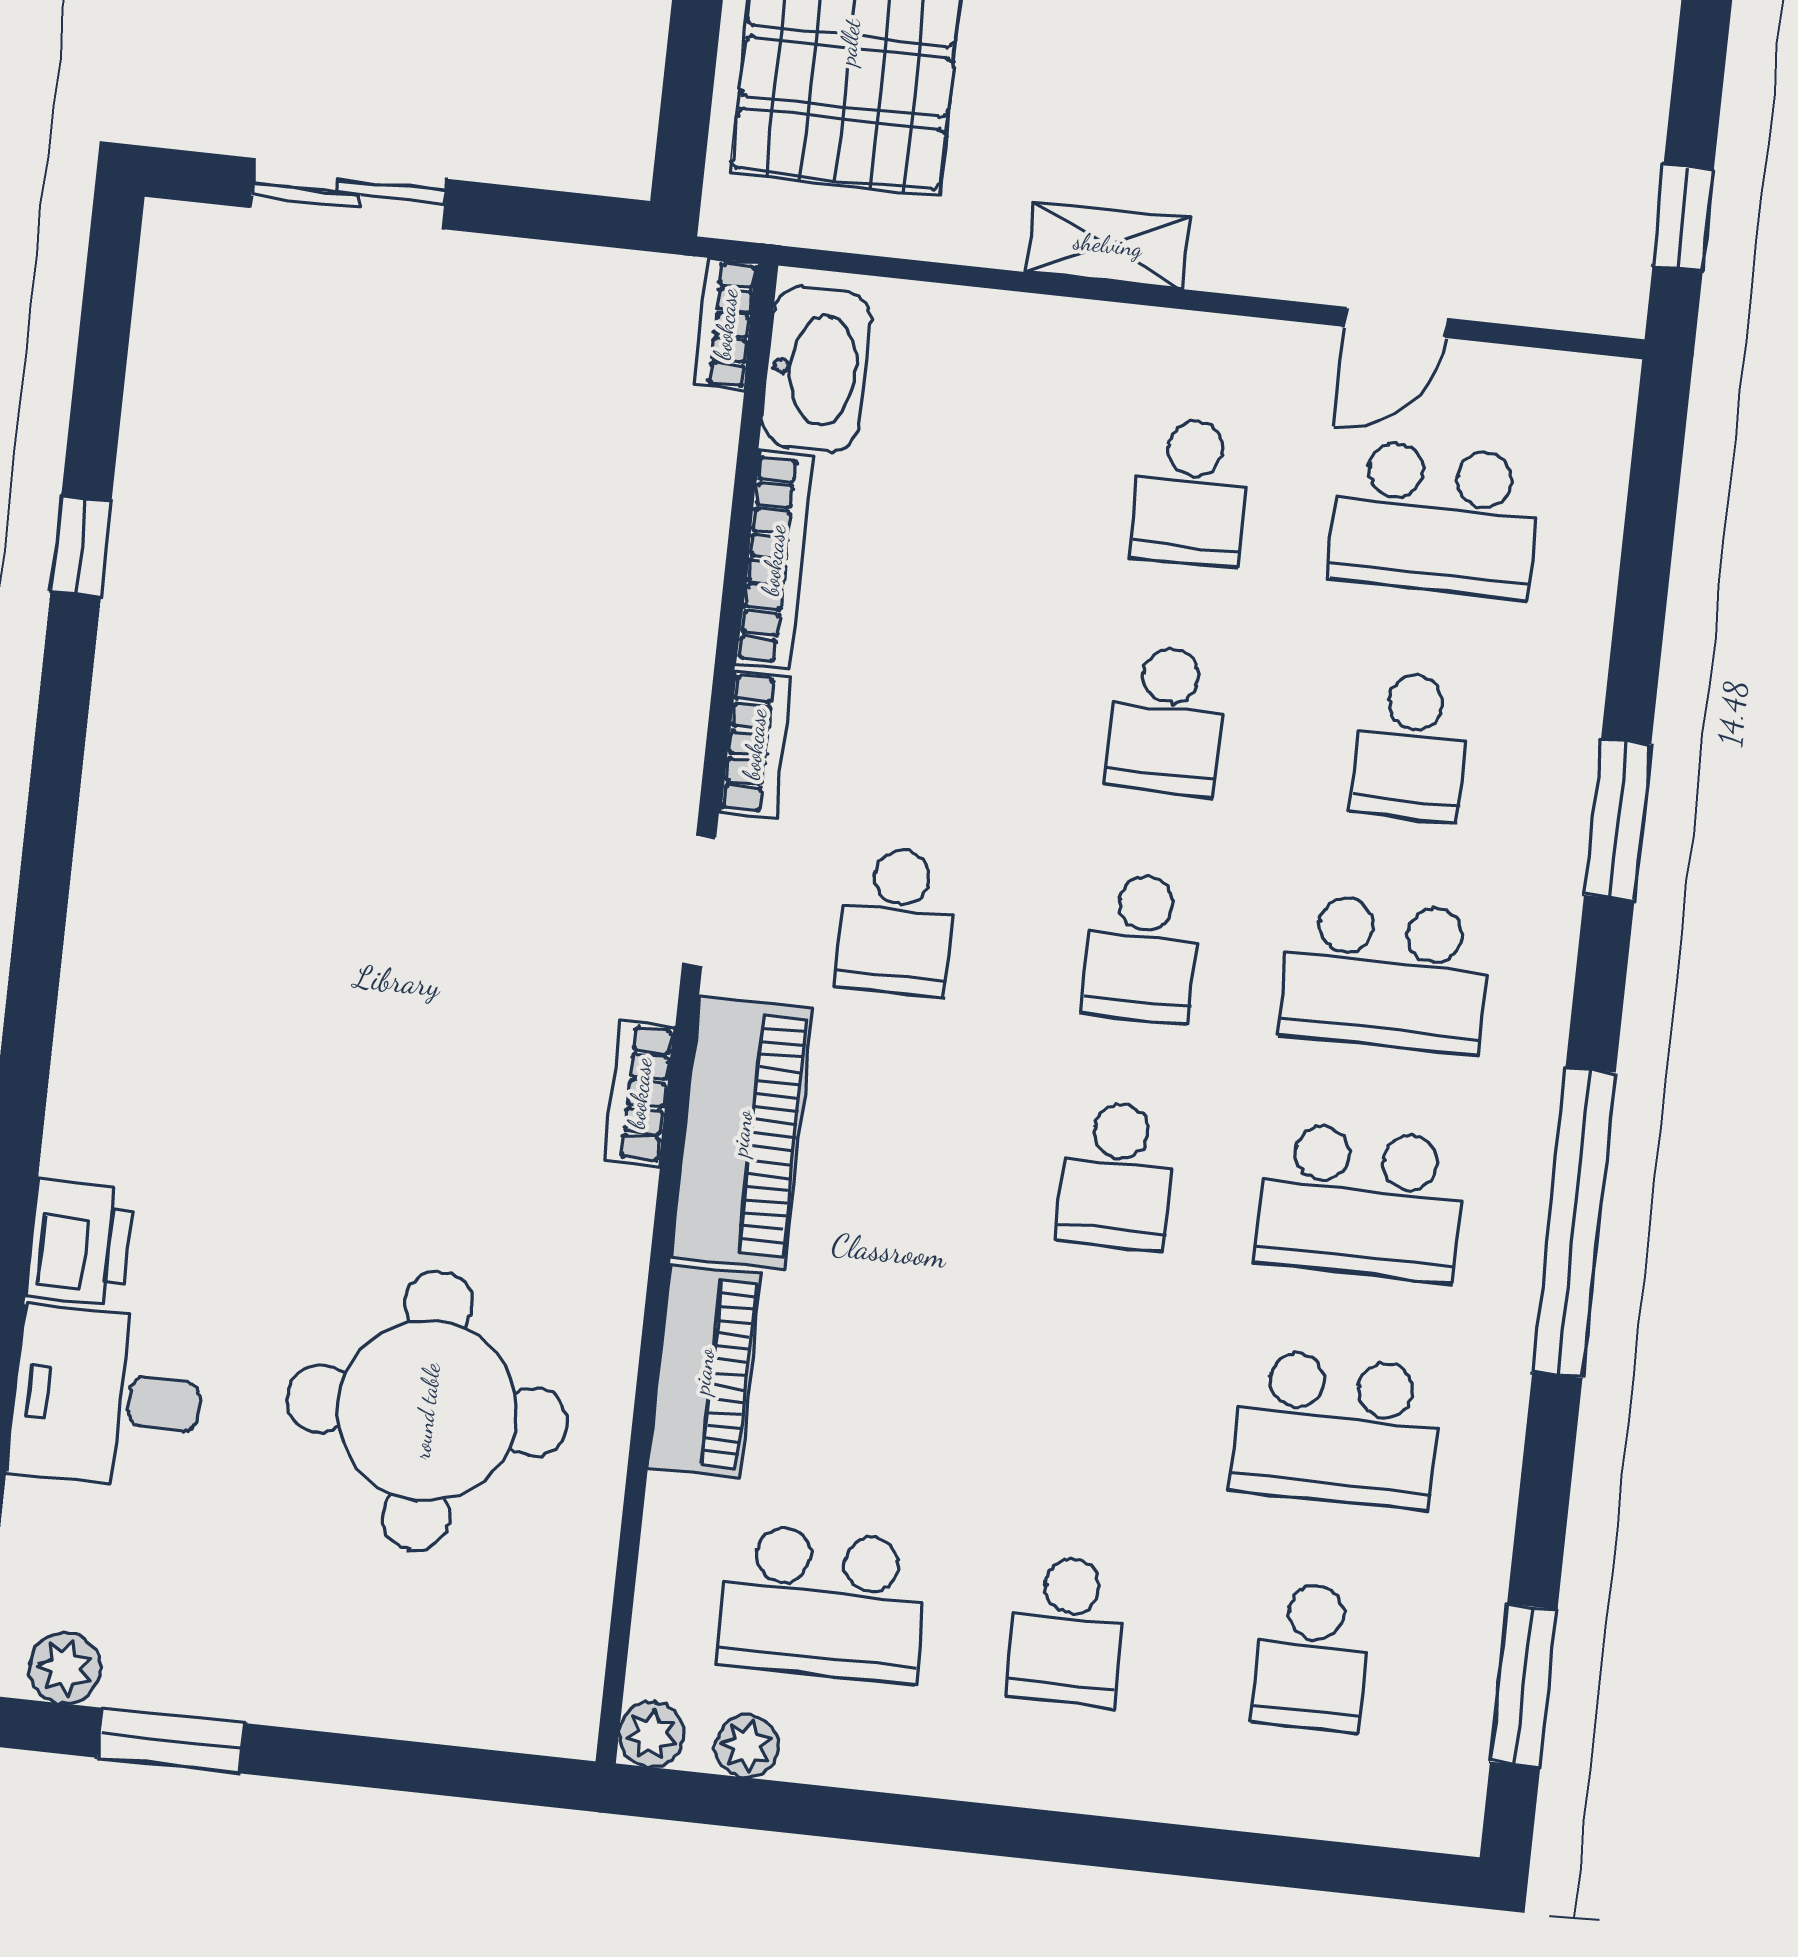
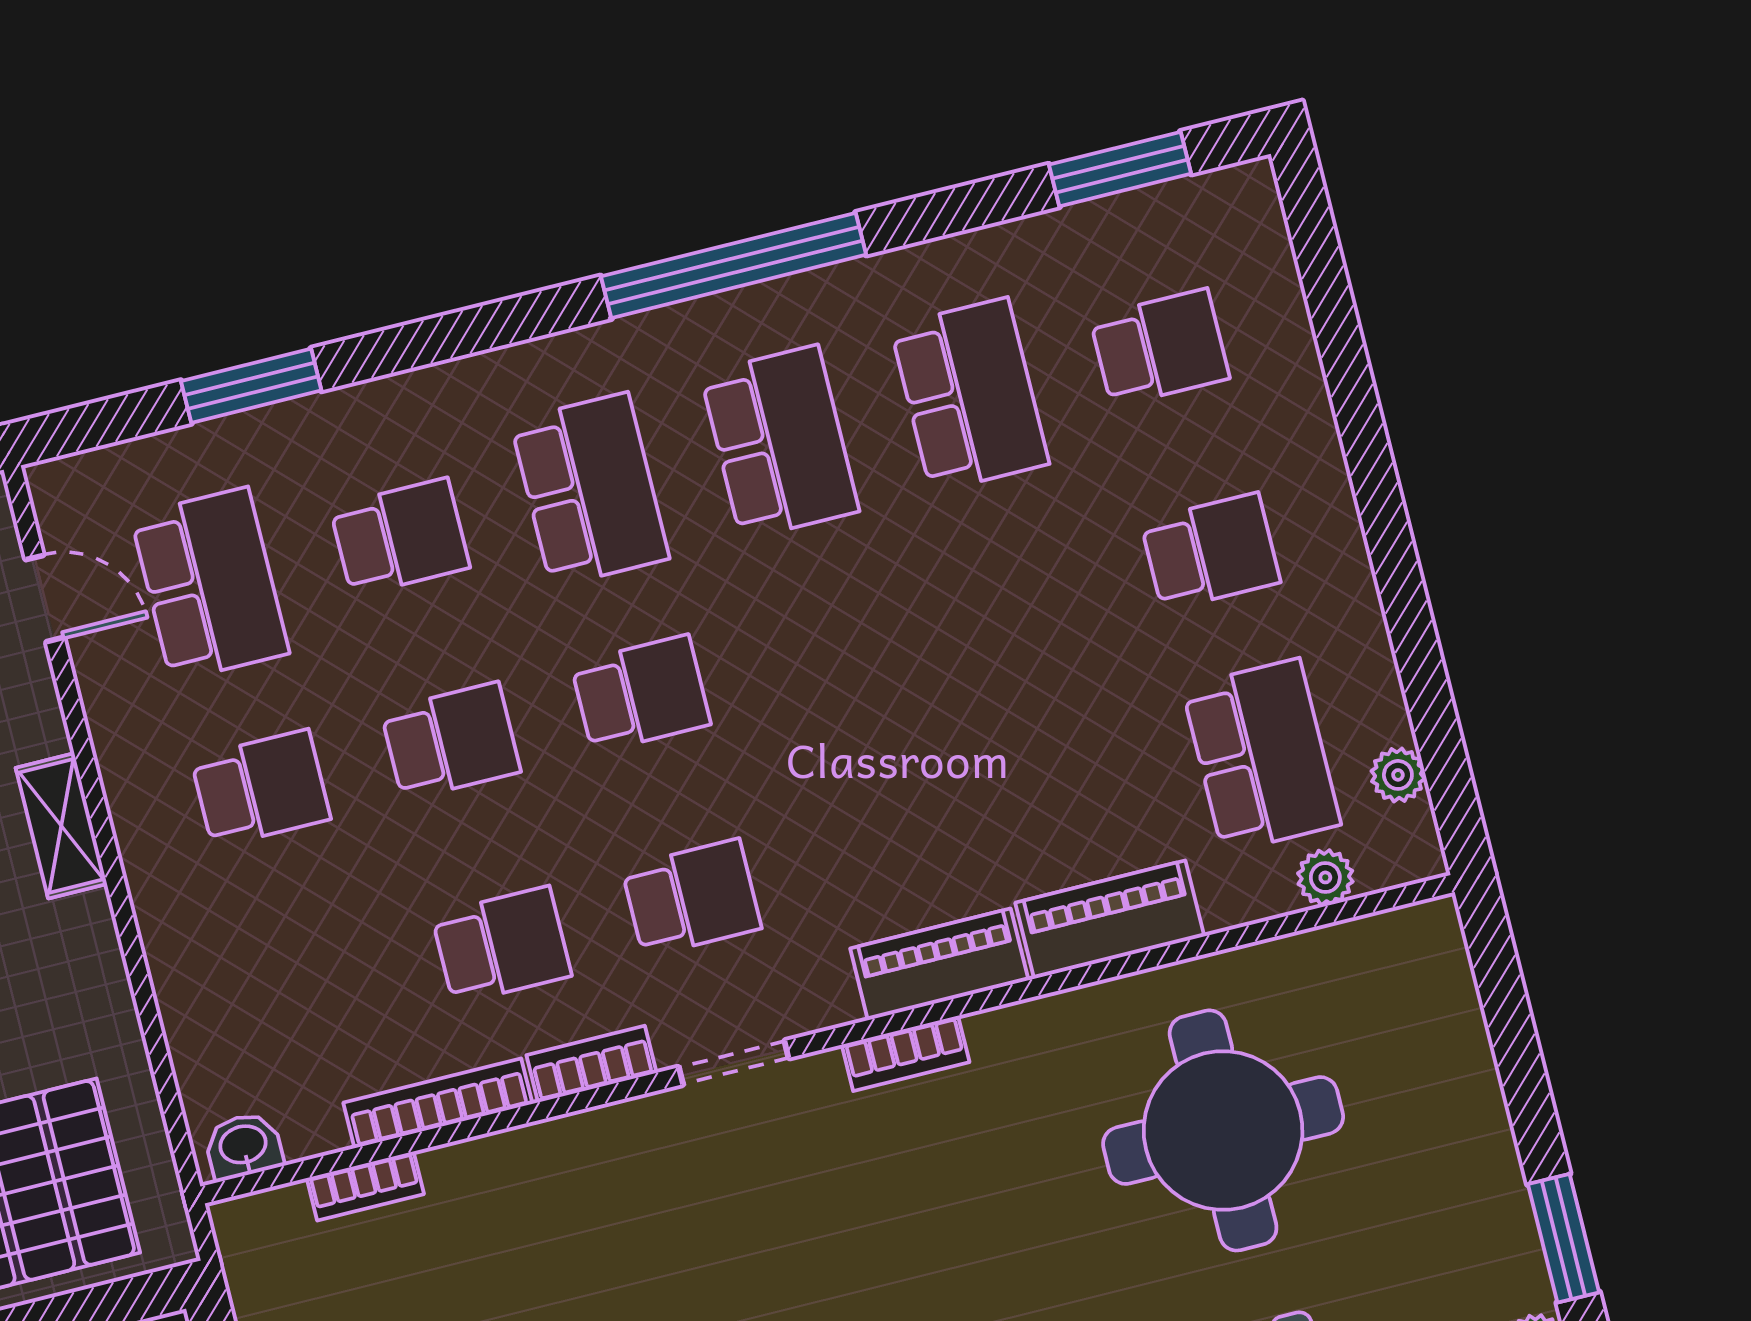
shelving: (1108, 245) -> (61, 826), moved
door: (1396, 322) -> (45, 599), moved
bookcase: (726, 324) -> (365, 1186), moved
washbasin: (816, 369) -> (243, 1146), width x0.52, depth x0.69
window: (1618, 820) -> (251, 386), moved
piano: (742, 1133) -> (939, 964), width x0.73, depth x0.75
school desk: (1117, 1175) -> (502, 945), moved
plant: (652, 1735) -> (1325, 877), moved

